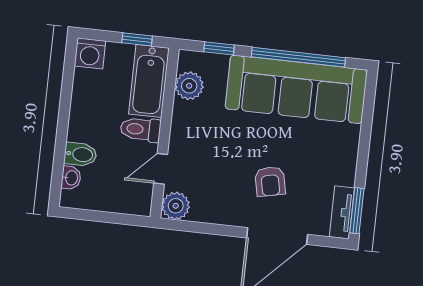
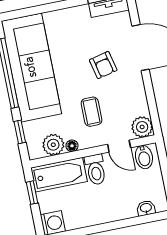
floor lamp: (180, 109) -> (72, 146), added
coffee table: (216, 148) -> (92, 112), added
bidet: (80, 154) -> (144, 157), moved, turned 180
armchair: (270, 181) -> (103, 65), turned 89

